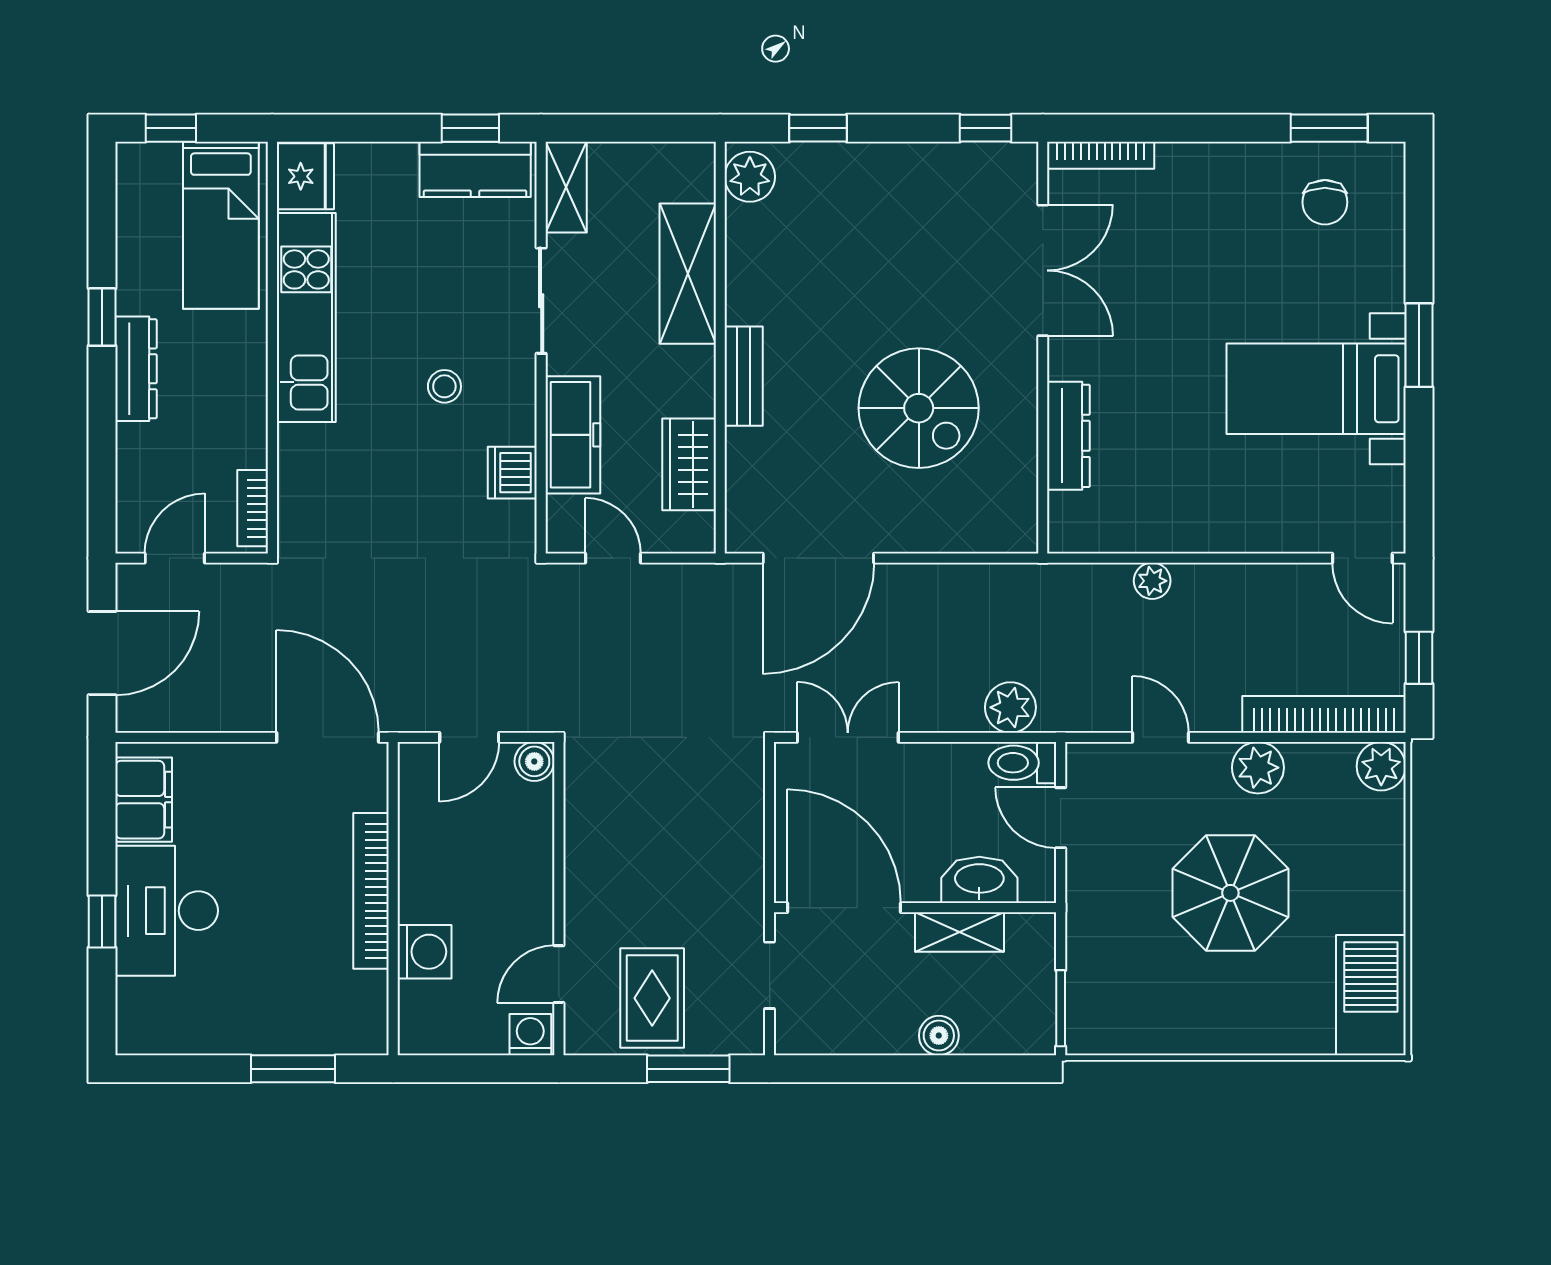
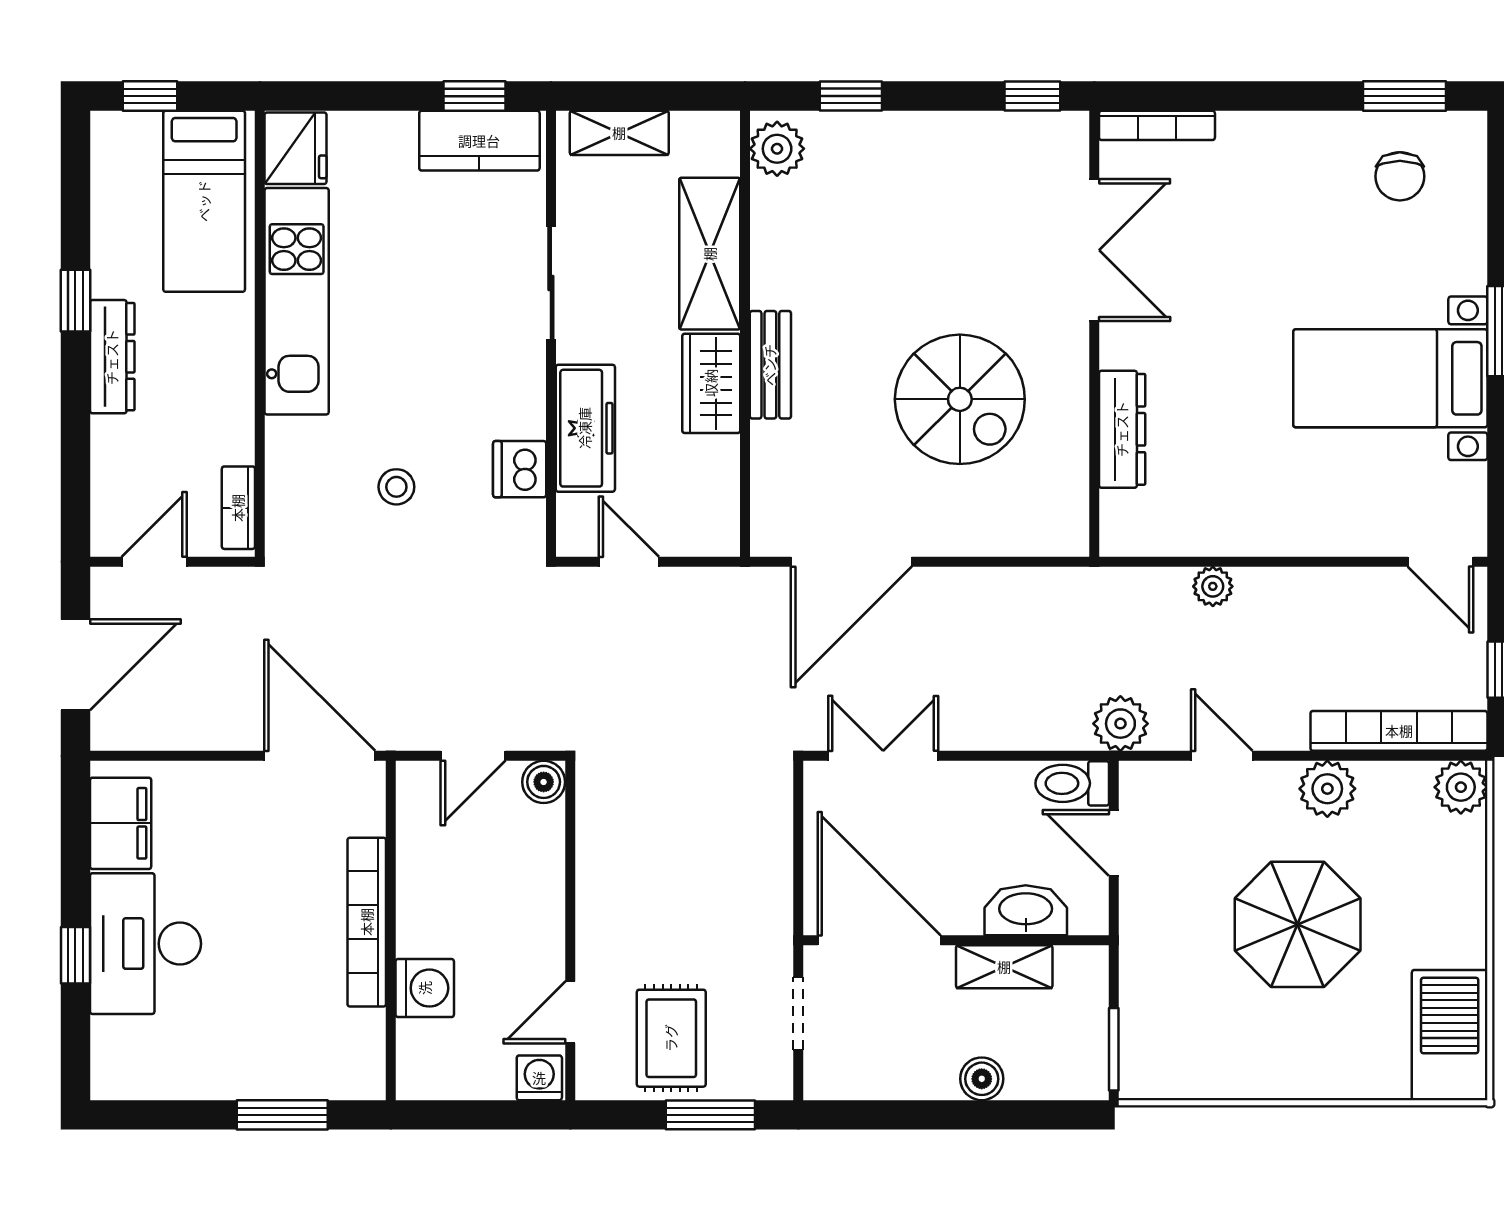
shelving: (566, 187) -> (619, 133), moved, turned 90
stool: (444, 386) -> (396, 487), moved
wardrobe: (689, 464) -> (711, 383), moved
plant: (1010, 707) -> (1120, 724), moved

